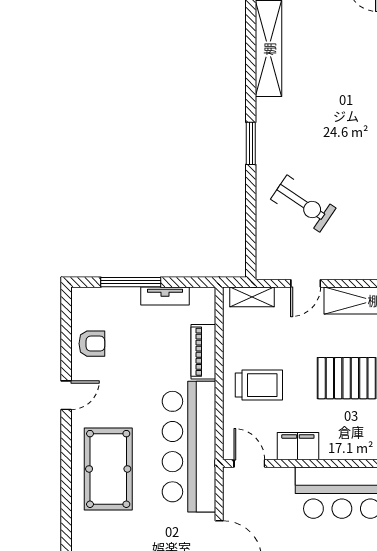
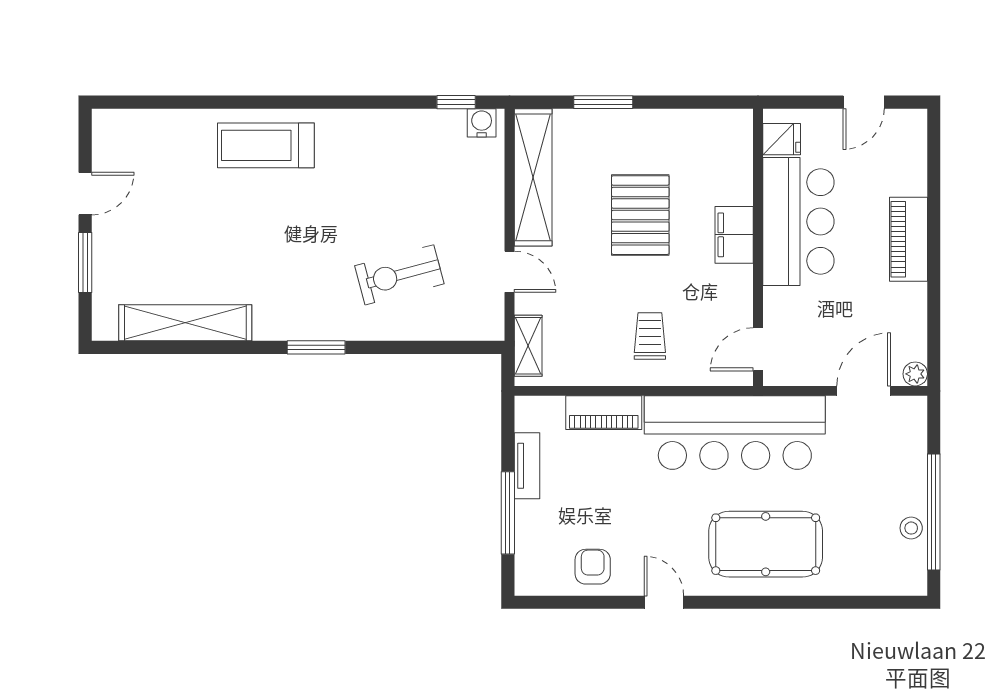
exercise bike: (303, 204) -> (399, 275), turned -139
trolley: (259, 385) -> (650, 336), width x0.73, depth x0.72
filing cabinet: (298, 446) -> (734, 235), moved

